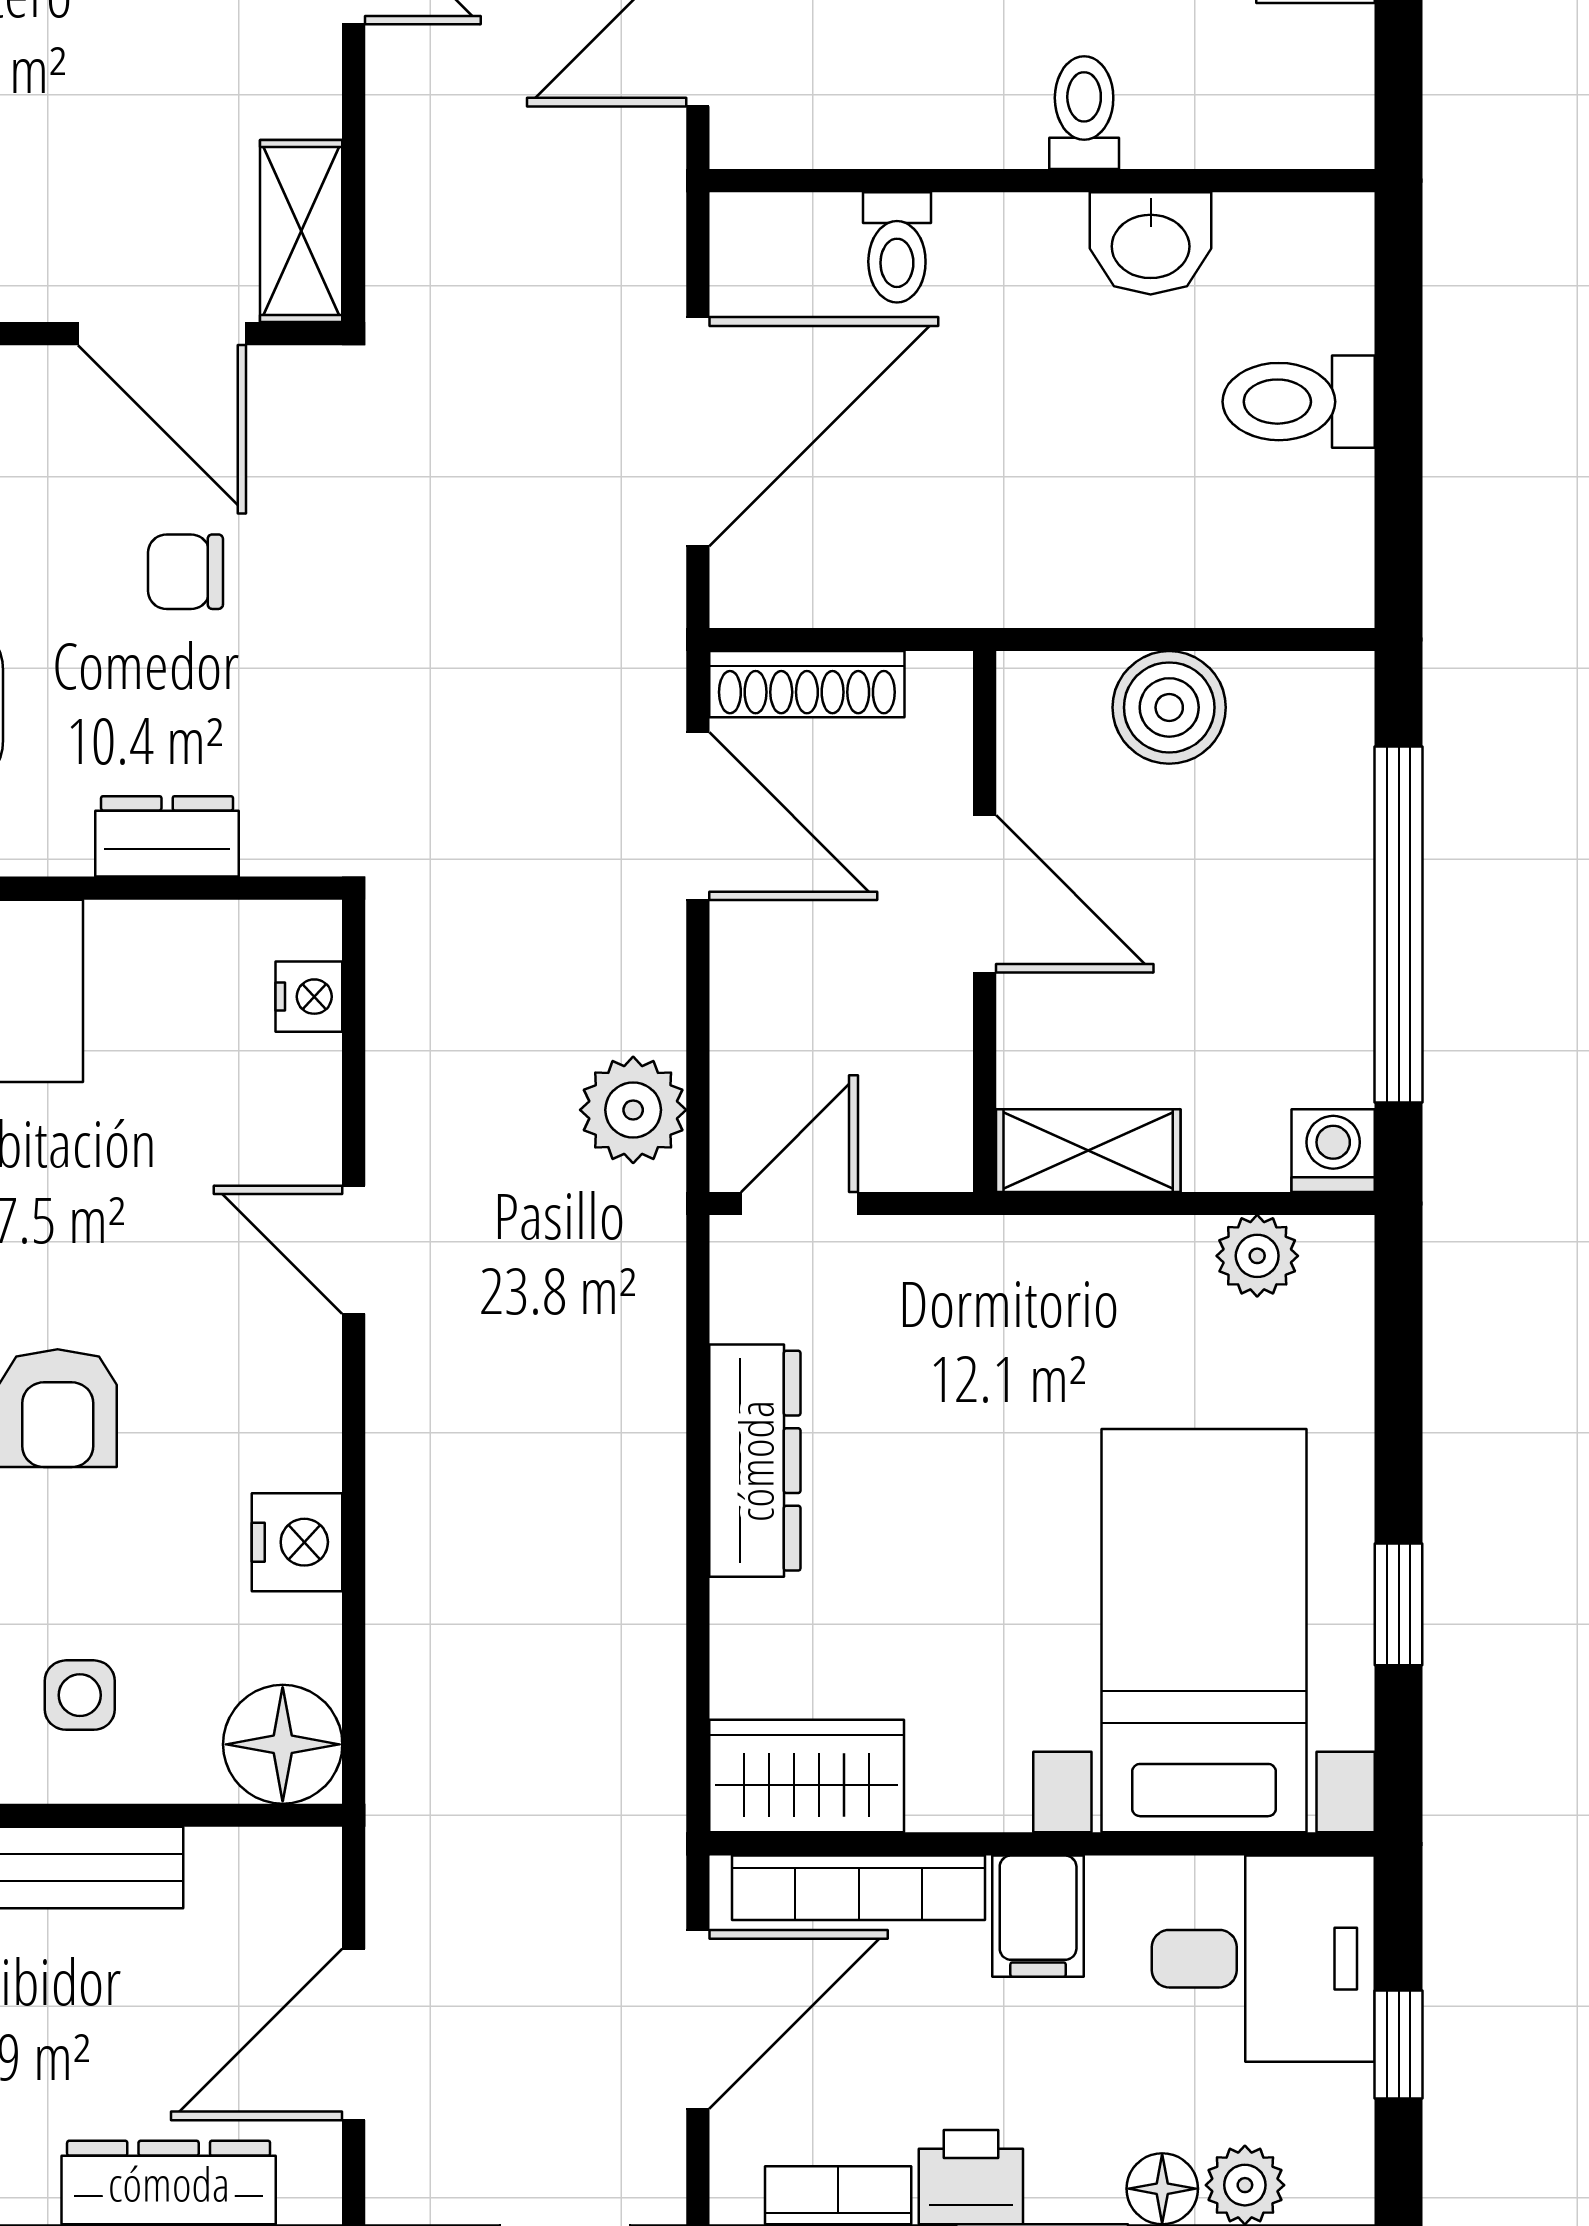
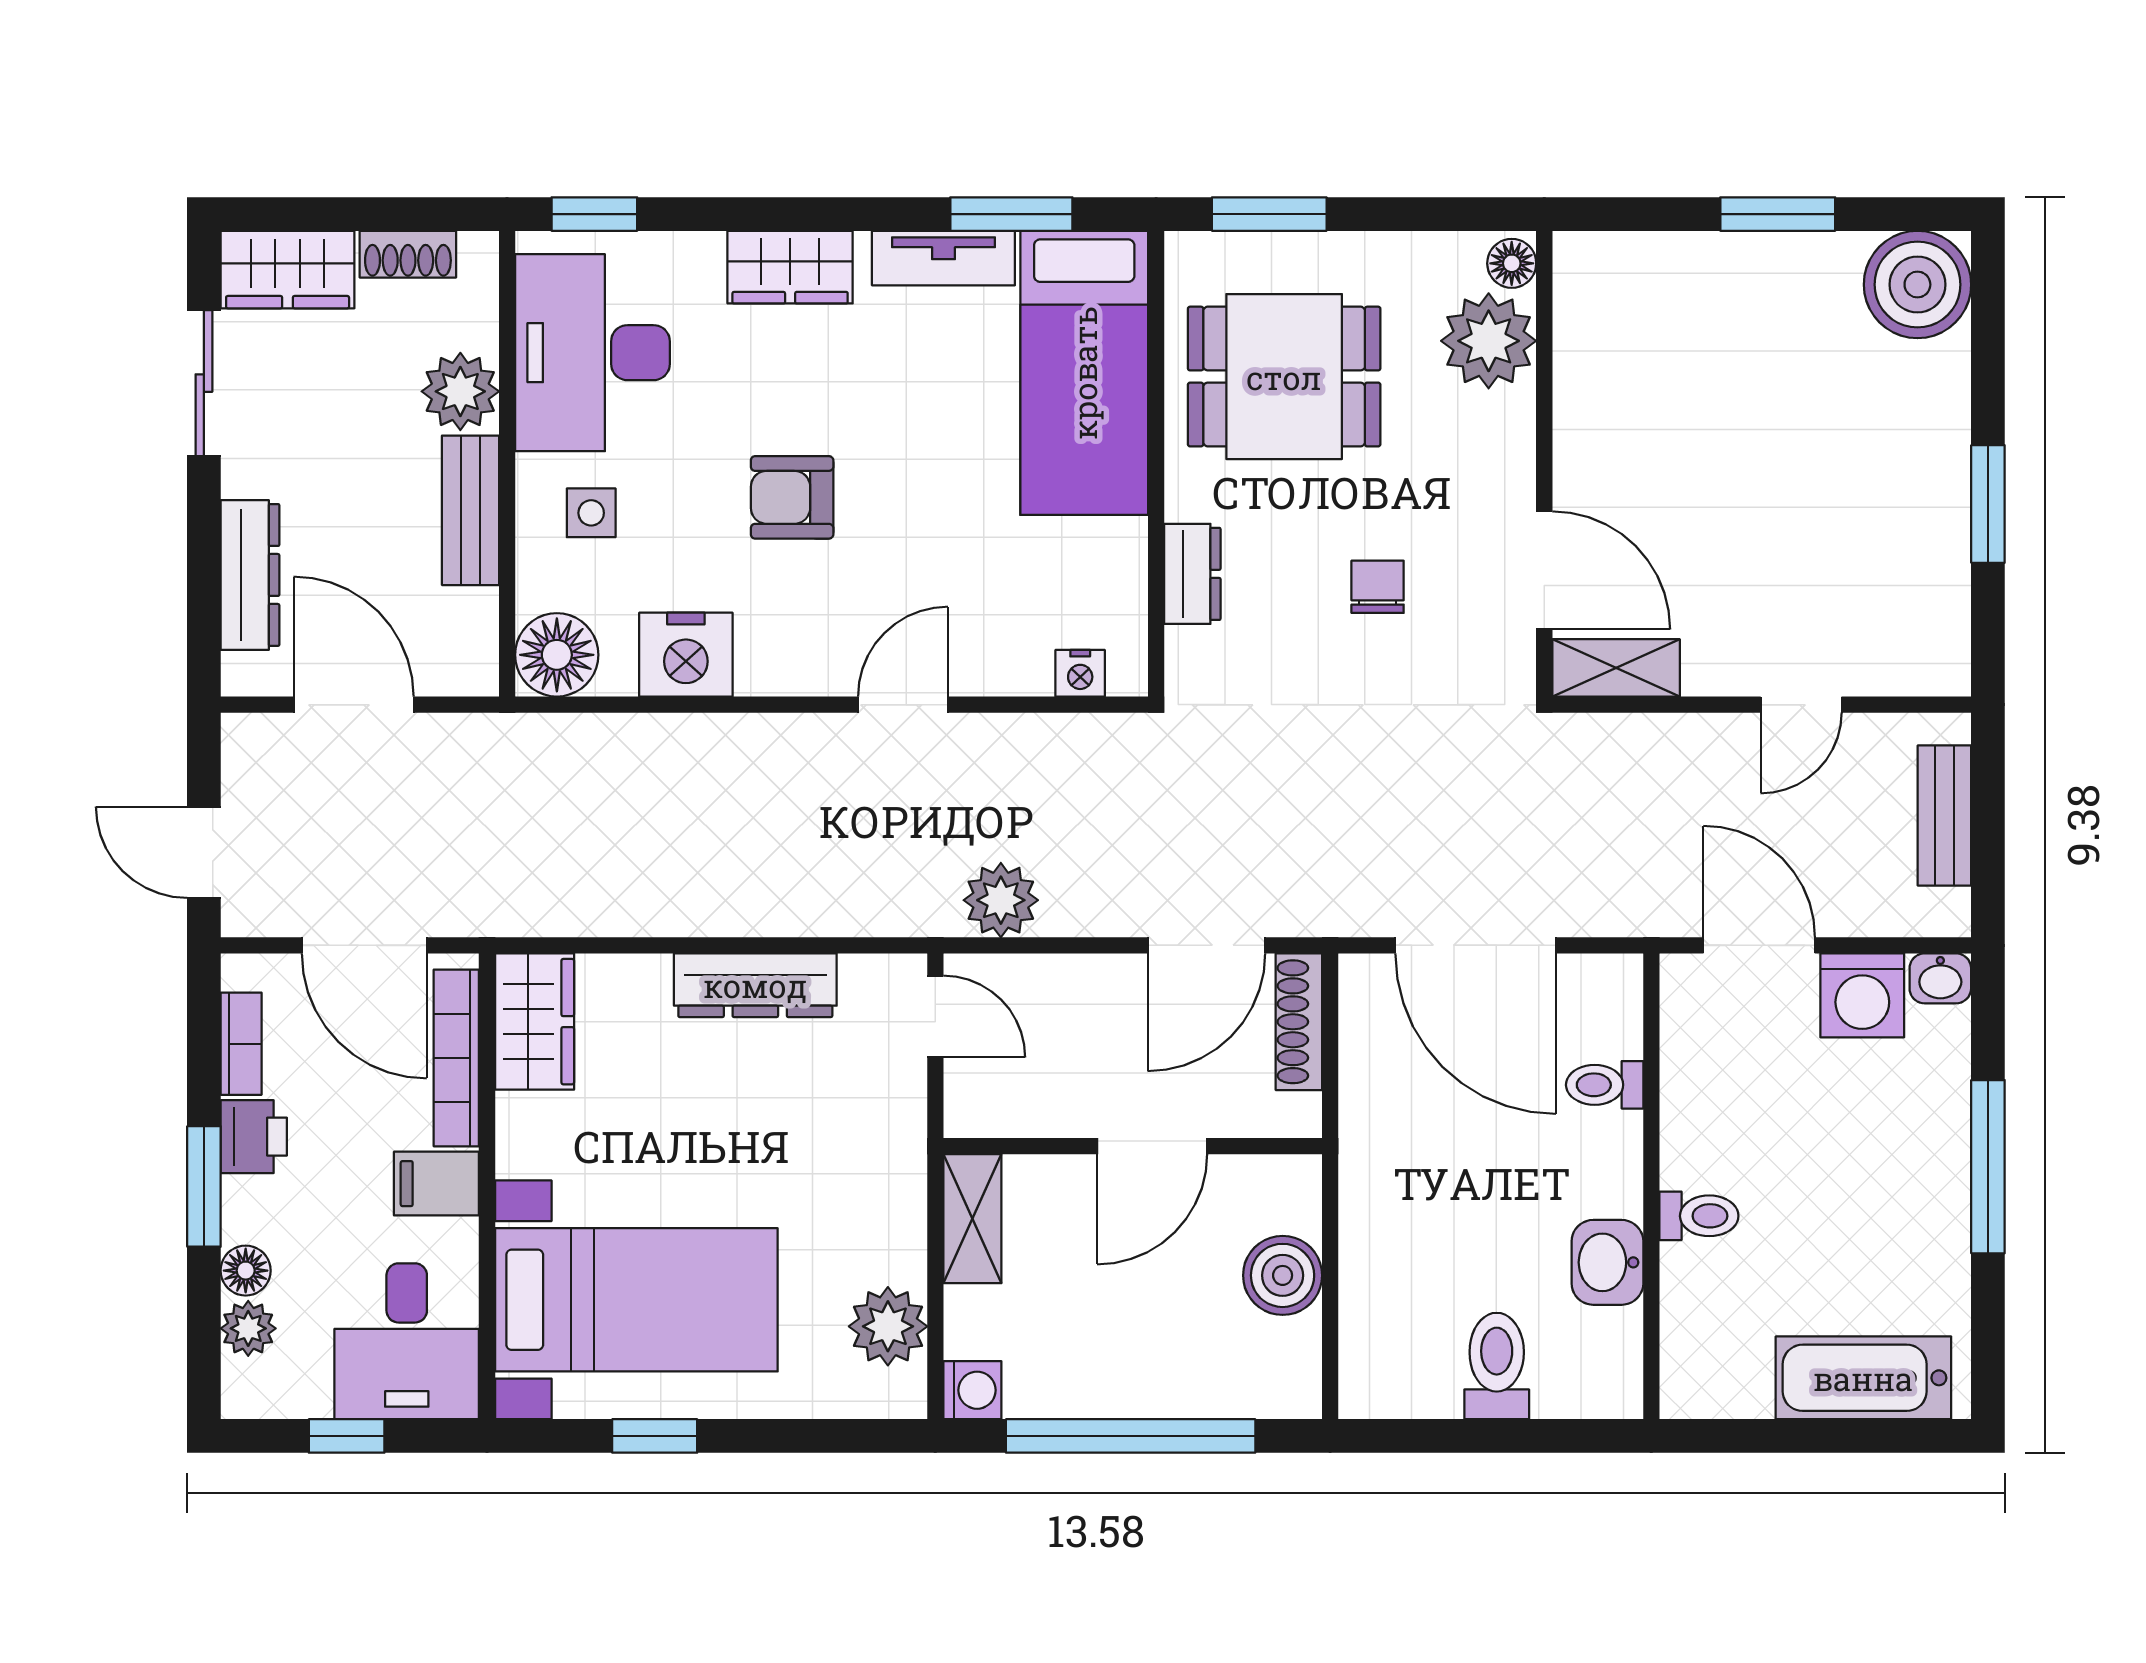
door: (162, 334) -> (1544, 570), swing flipped
plant: (1257, 1256) -> (888, 1326), width x1.38, depth x1.38
nightstand: (297, 1542) -> (686, 655), width x1.36, depth x1.33

